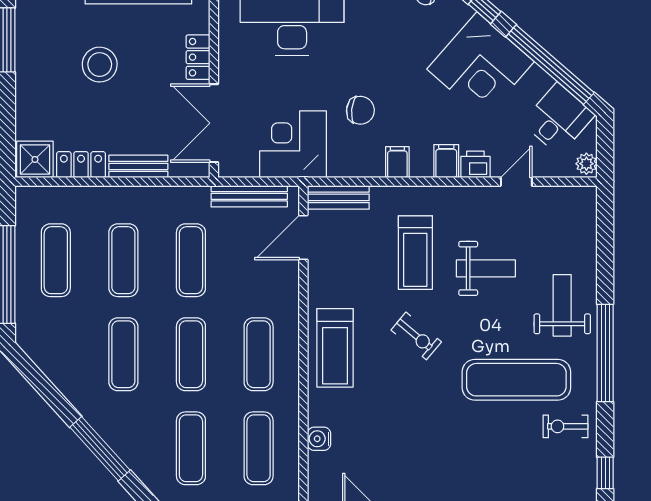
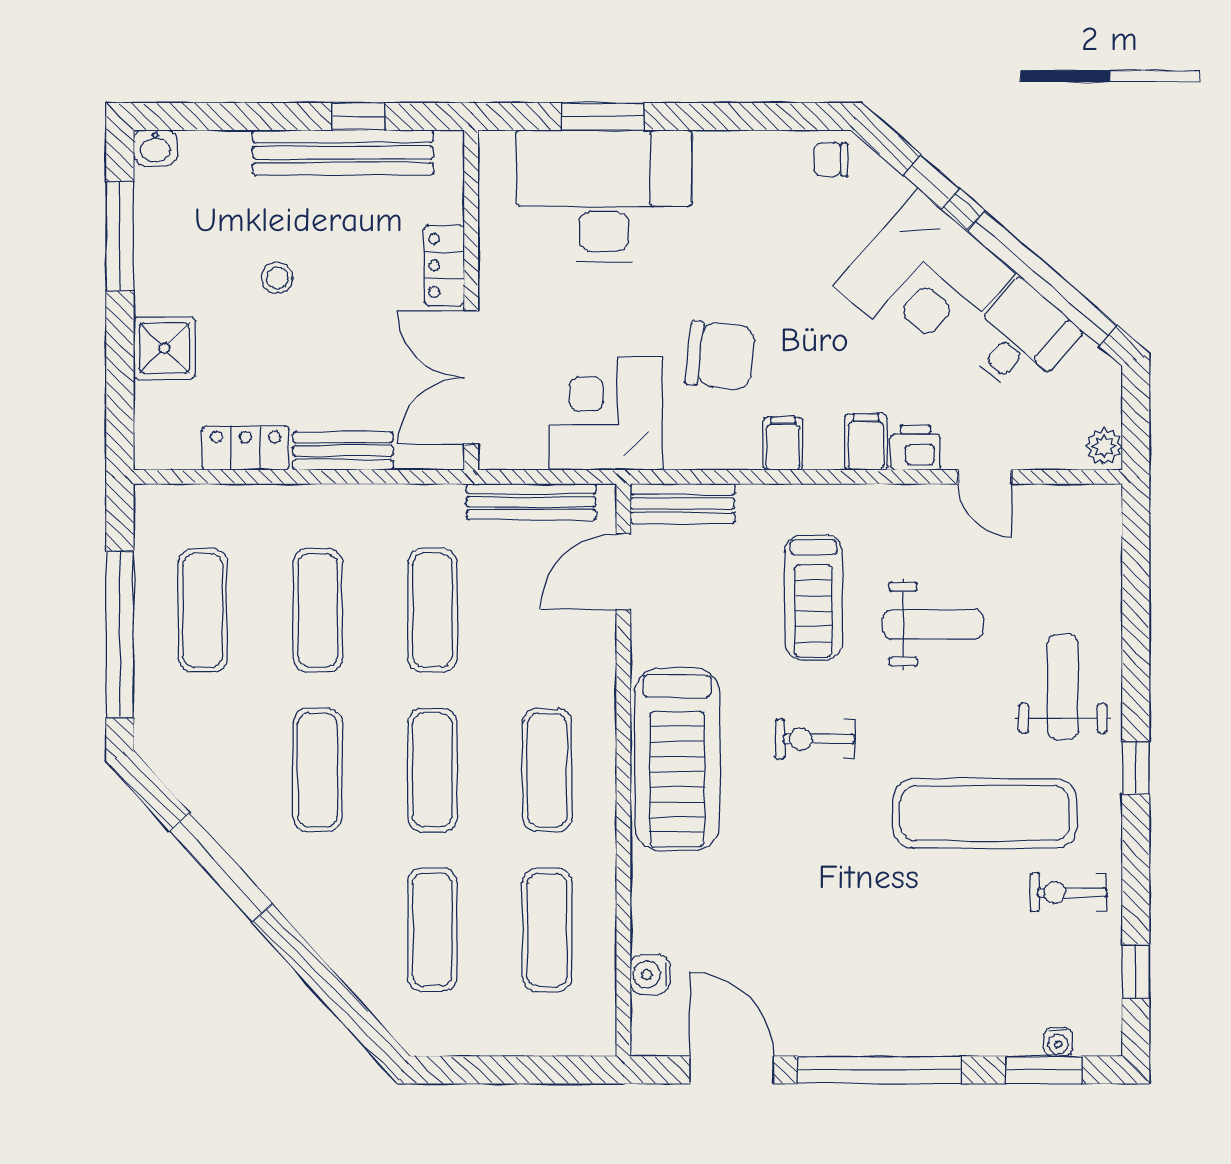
stool: (100, 65) -> (277, 278), width x0.53, depth x0.53
chair: (360, 110) -> (720, 356), width x1.37, depth x1.37
desk: (558, 119) -> (1020, 339), moved
shower: (35, 159) -> (164, 348), moved
door: (516, 182) -> (985, 477), swing flipped
exercise bike: (416, 336) -> (815, 739), turned 140
treadmill: (335, 348) -> (677, 759), width x1.37, depth x1.38
window: (605, 353) -> (1136, 768), width x0.32
water cooler: (319, 439) -> (650, 974), moved
window: (100, 449) -> (221, 868), moved

